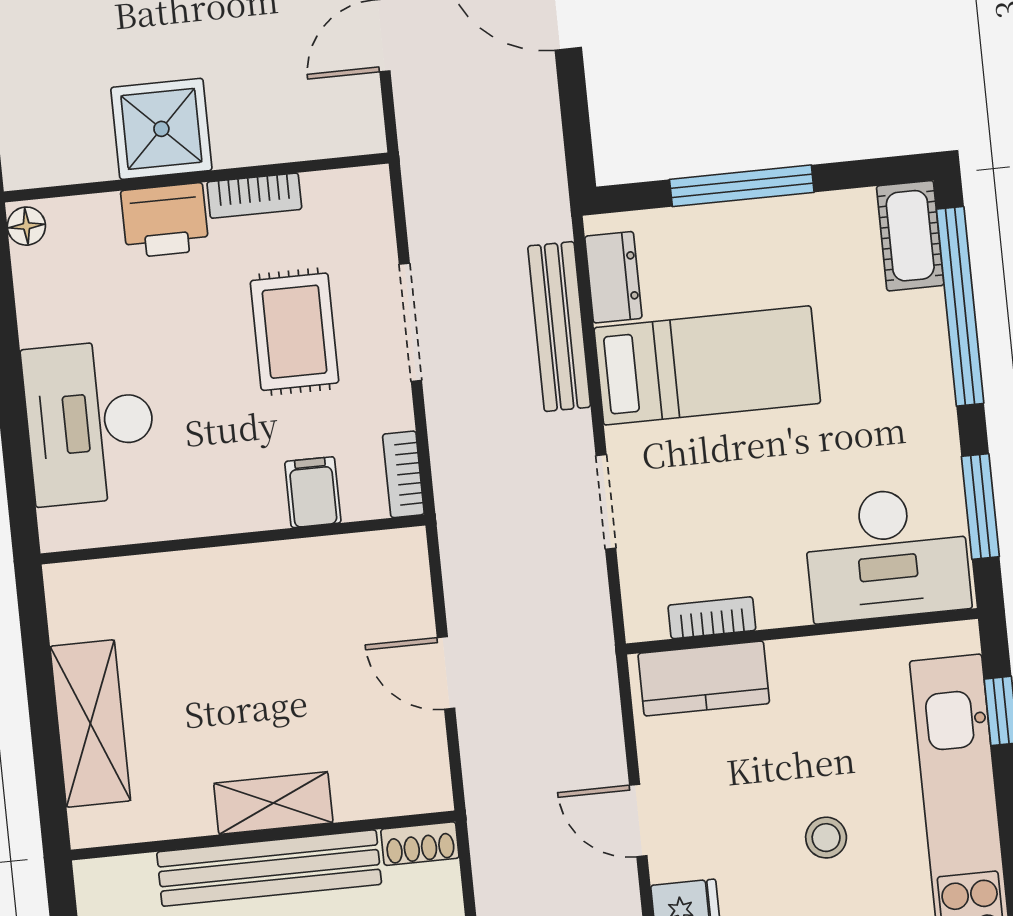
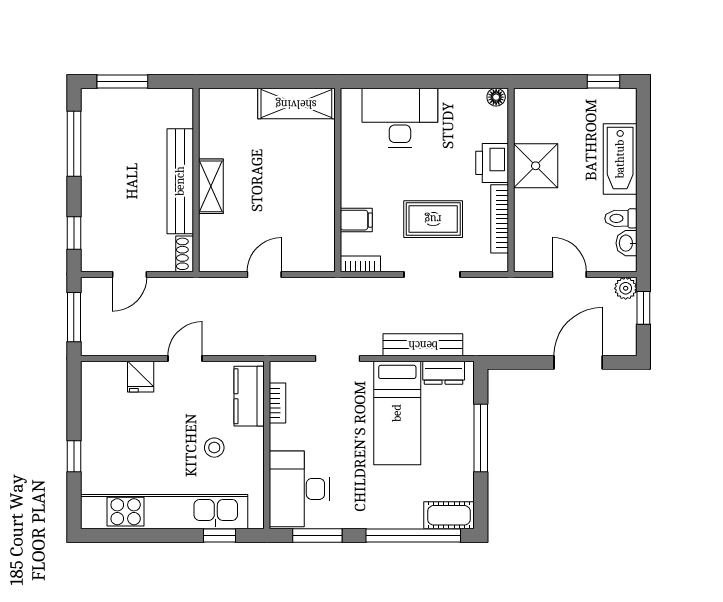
bookcase: (254, 196) -> (500, 219), width x1.56
shelving: (90, 723) -> (296, 104), moved
stool: (826, 838) -> (214, 448), moved

